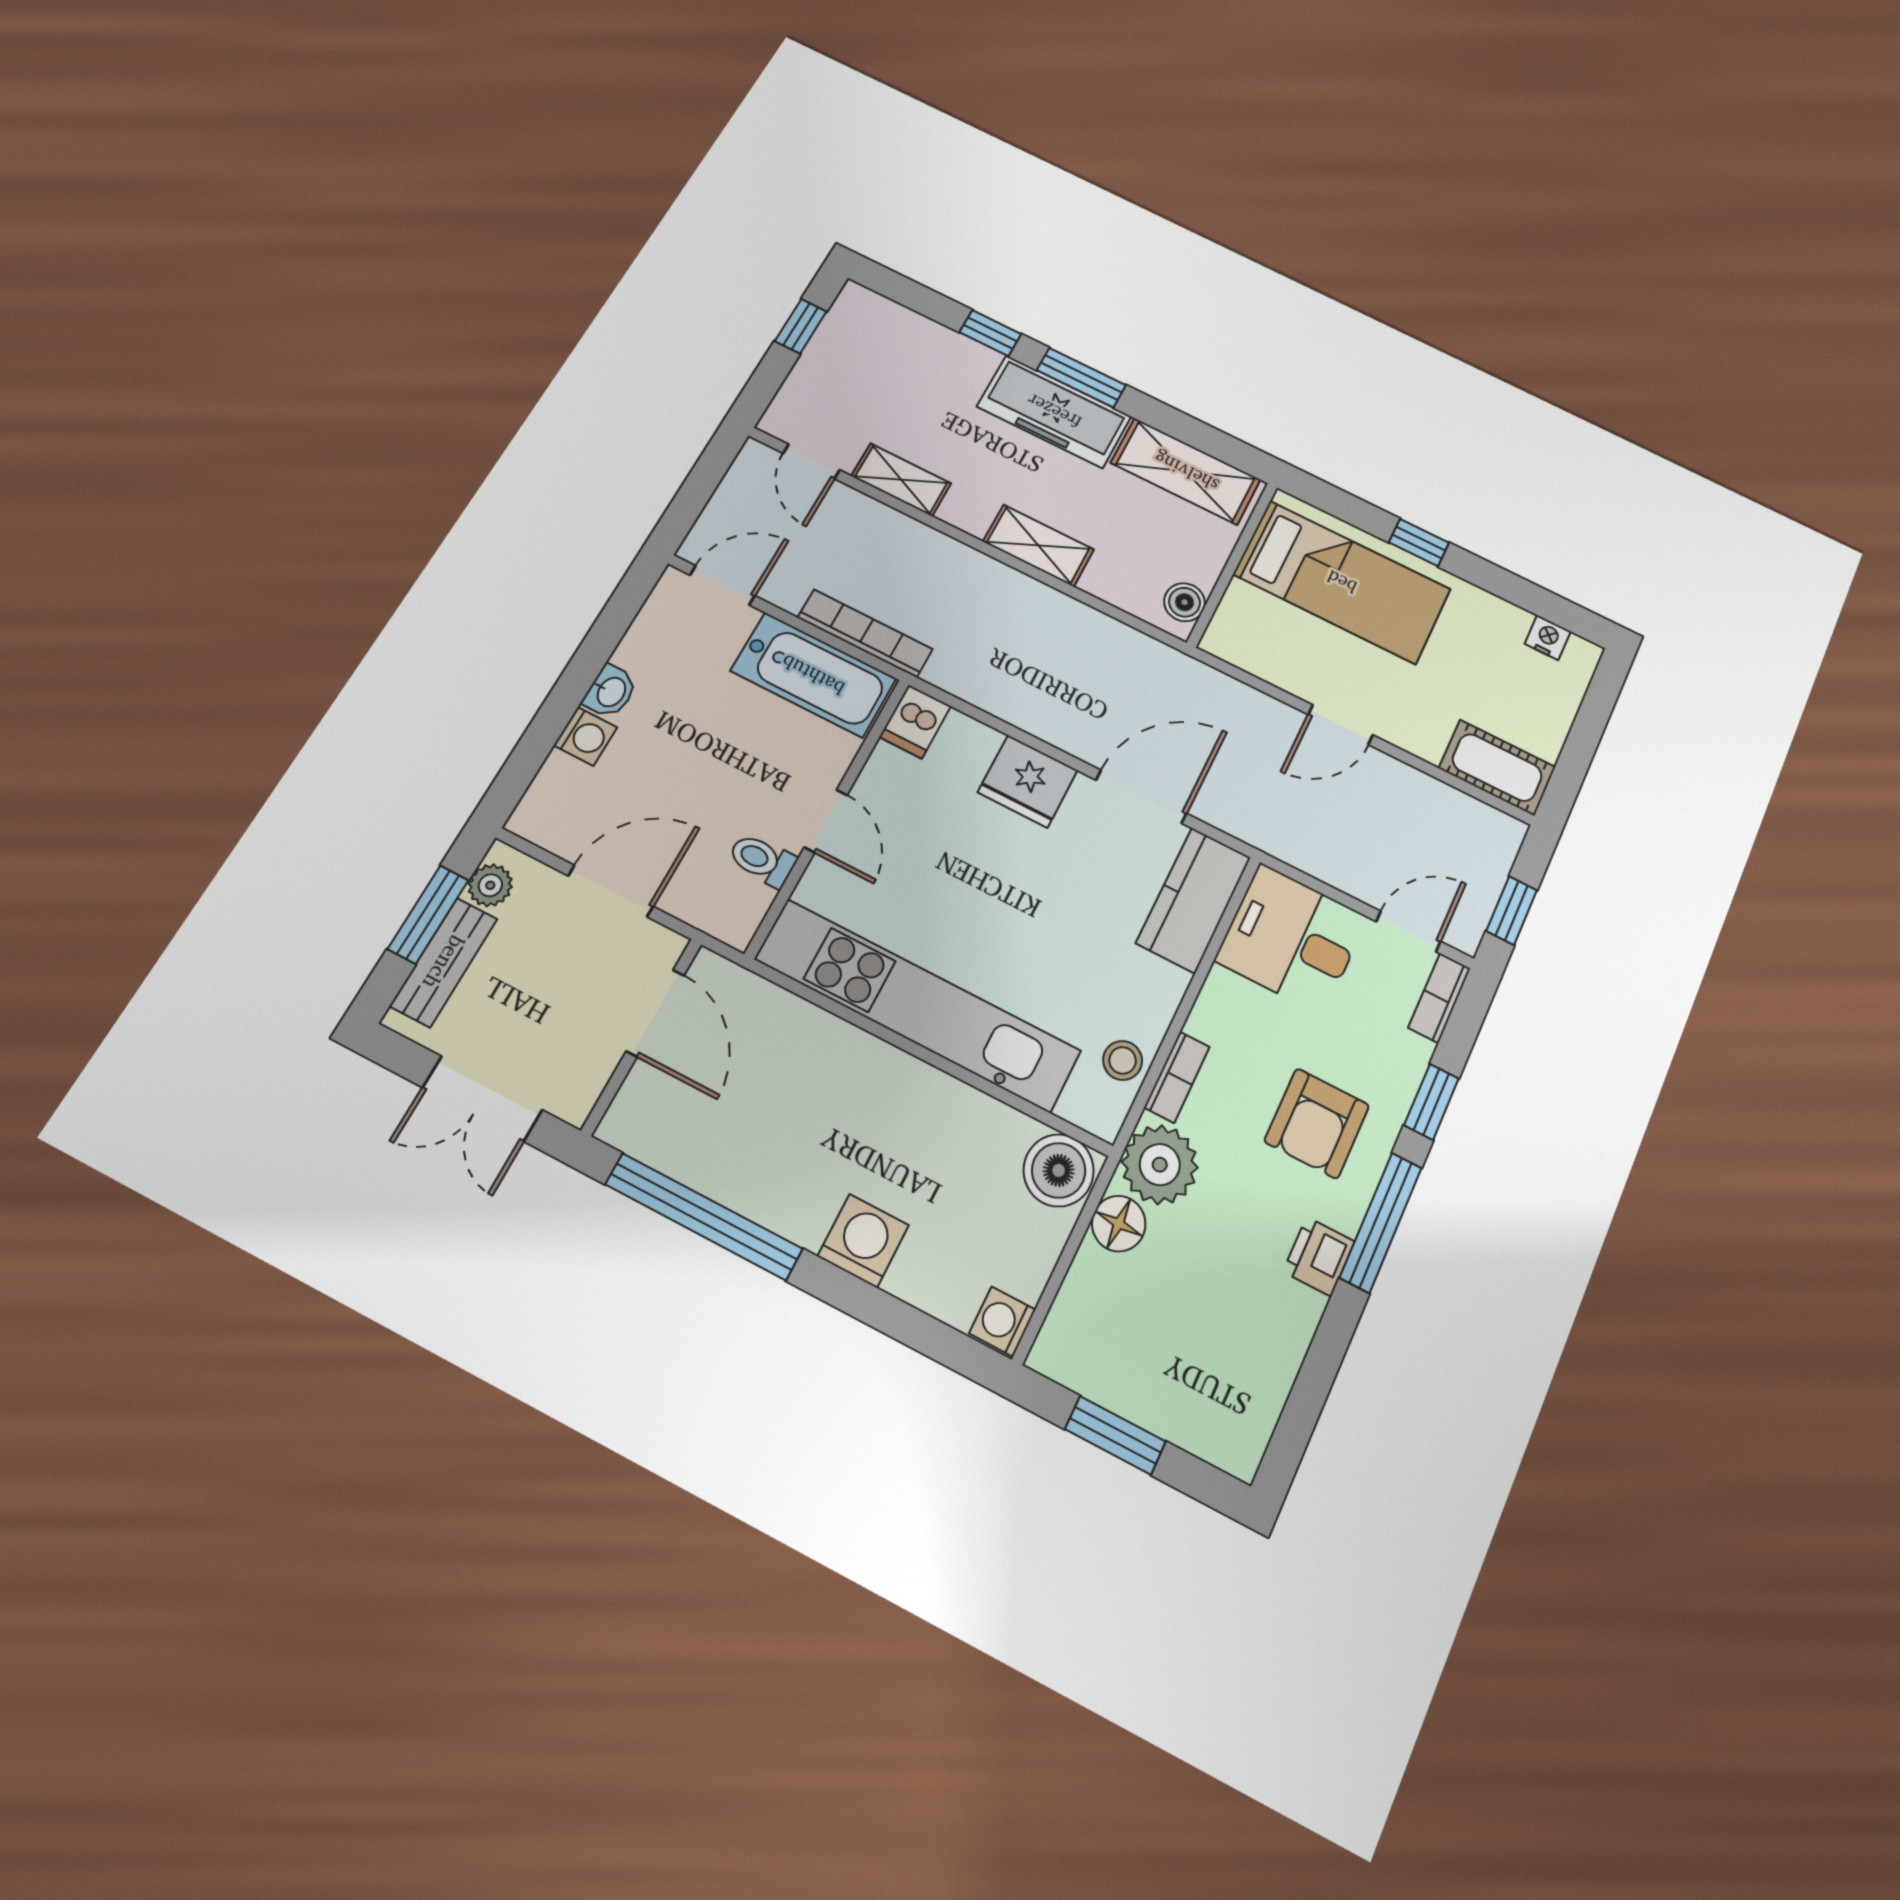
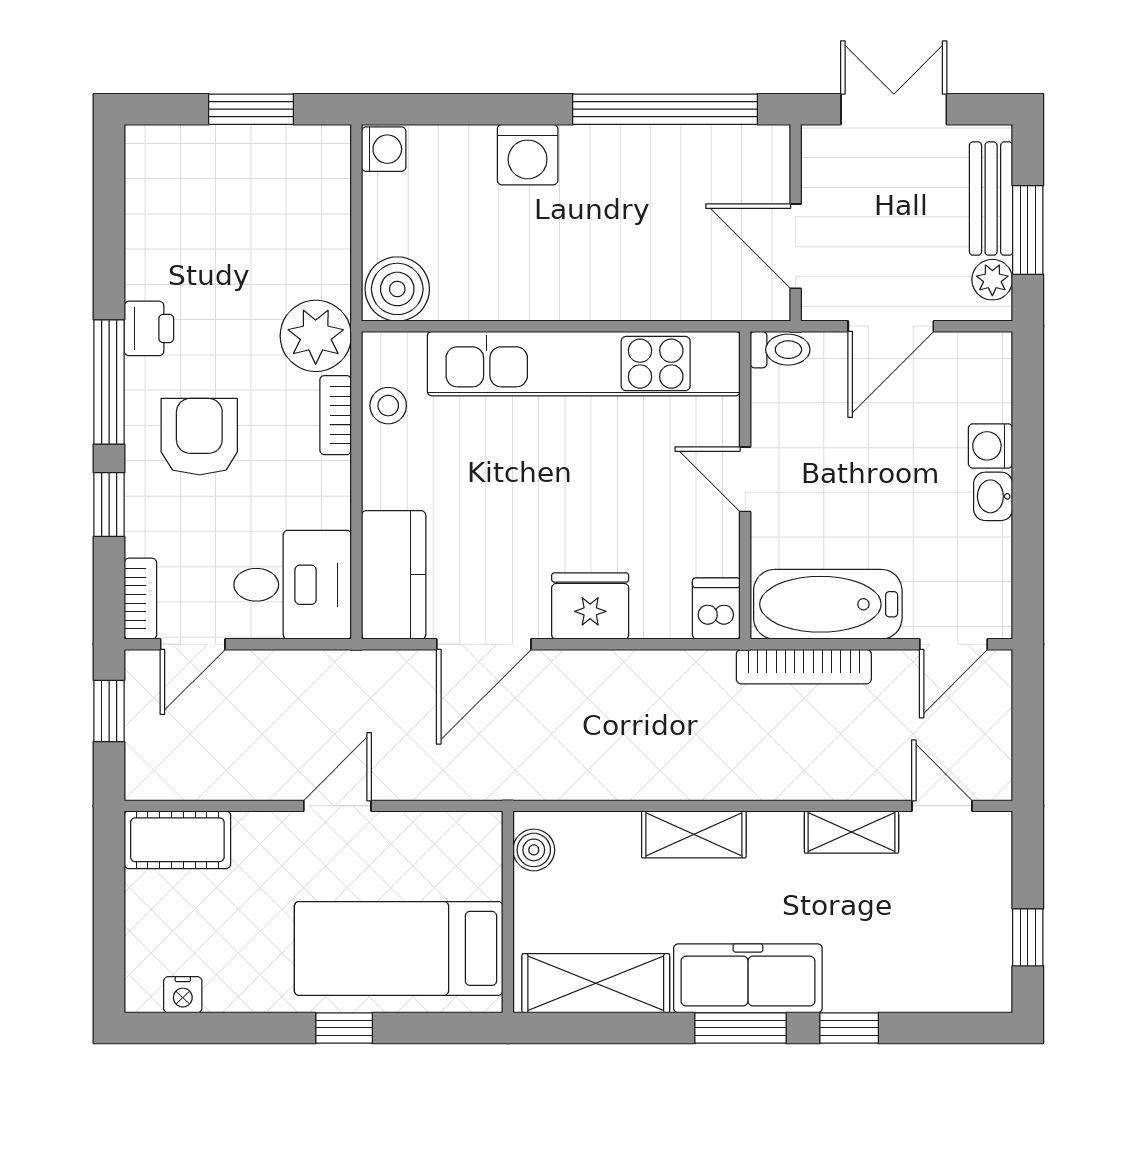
toilet: (762, 860) -> (780, 350), moved
floor lamp: (1119, 1224) -> (327, 272), removed

